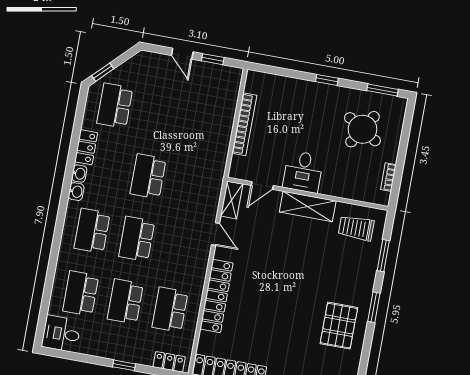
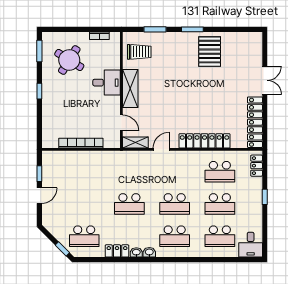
desk: (303, 172) -> (107, 83), moved
trolley: (356, 228) -> (139, 52), turned -90
pallet: (339, 326) -> (210, 52), turned 90

